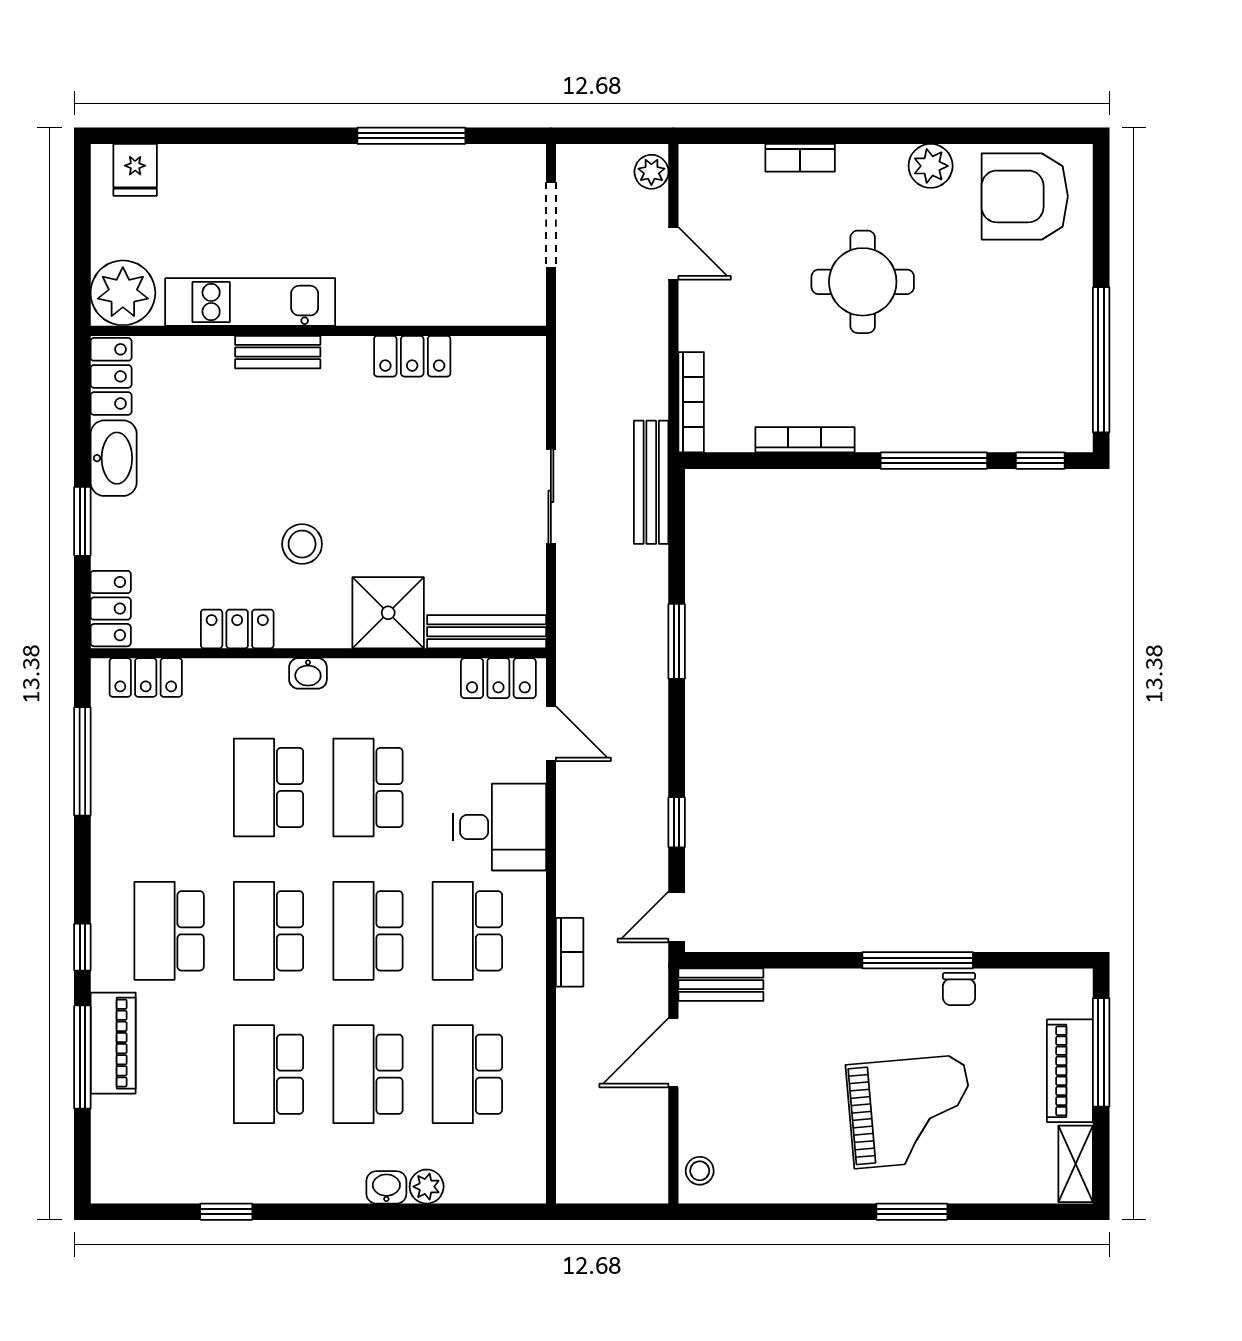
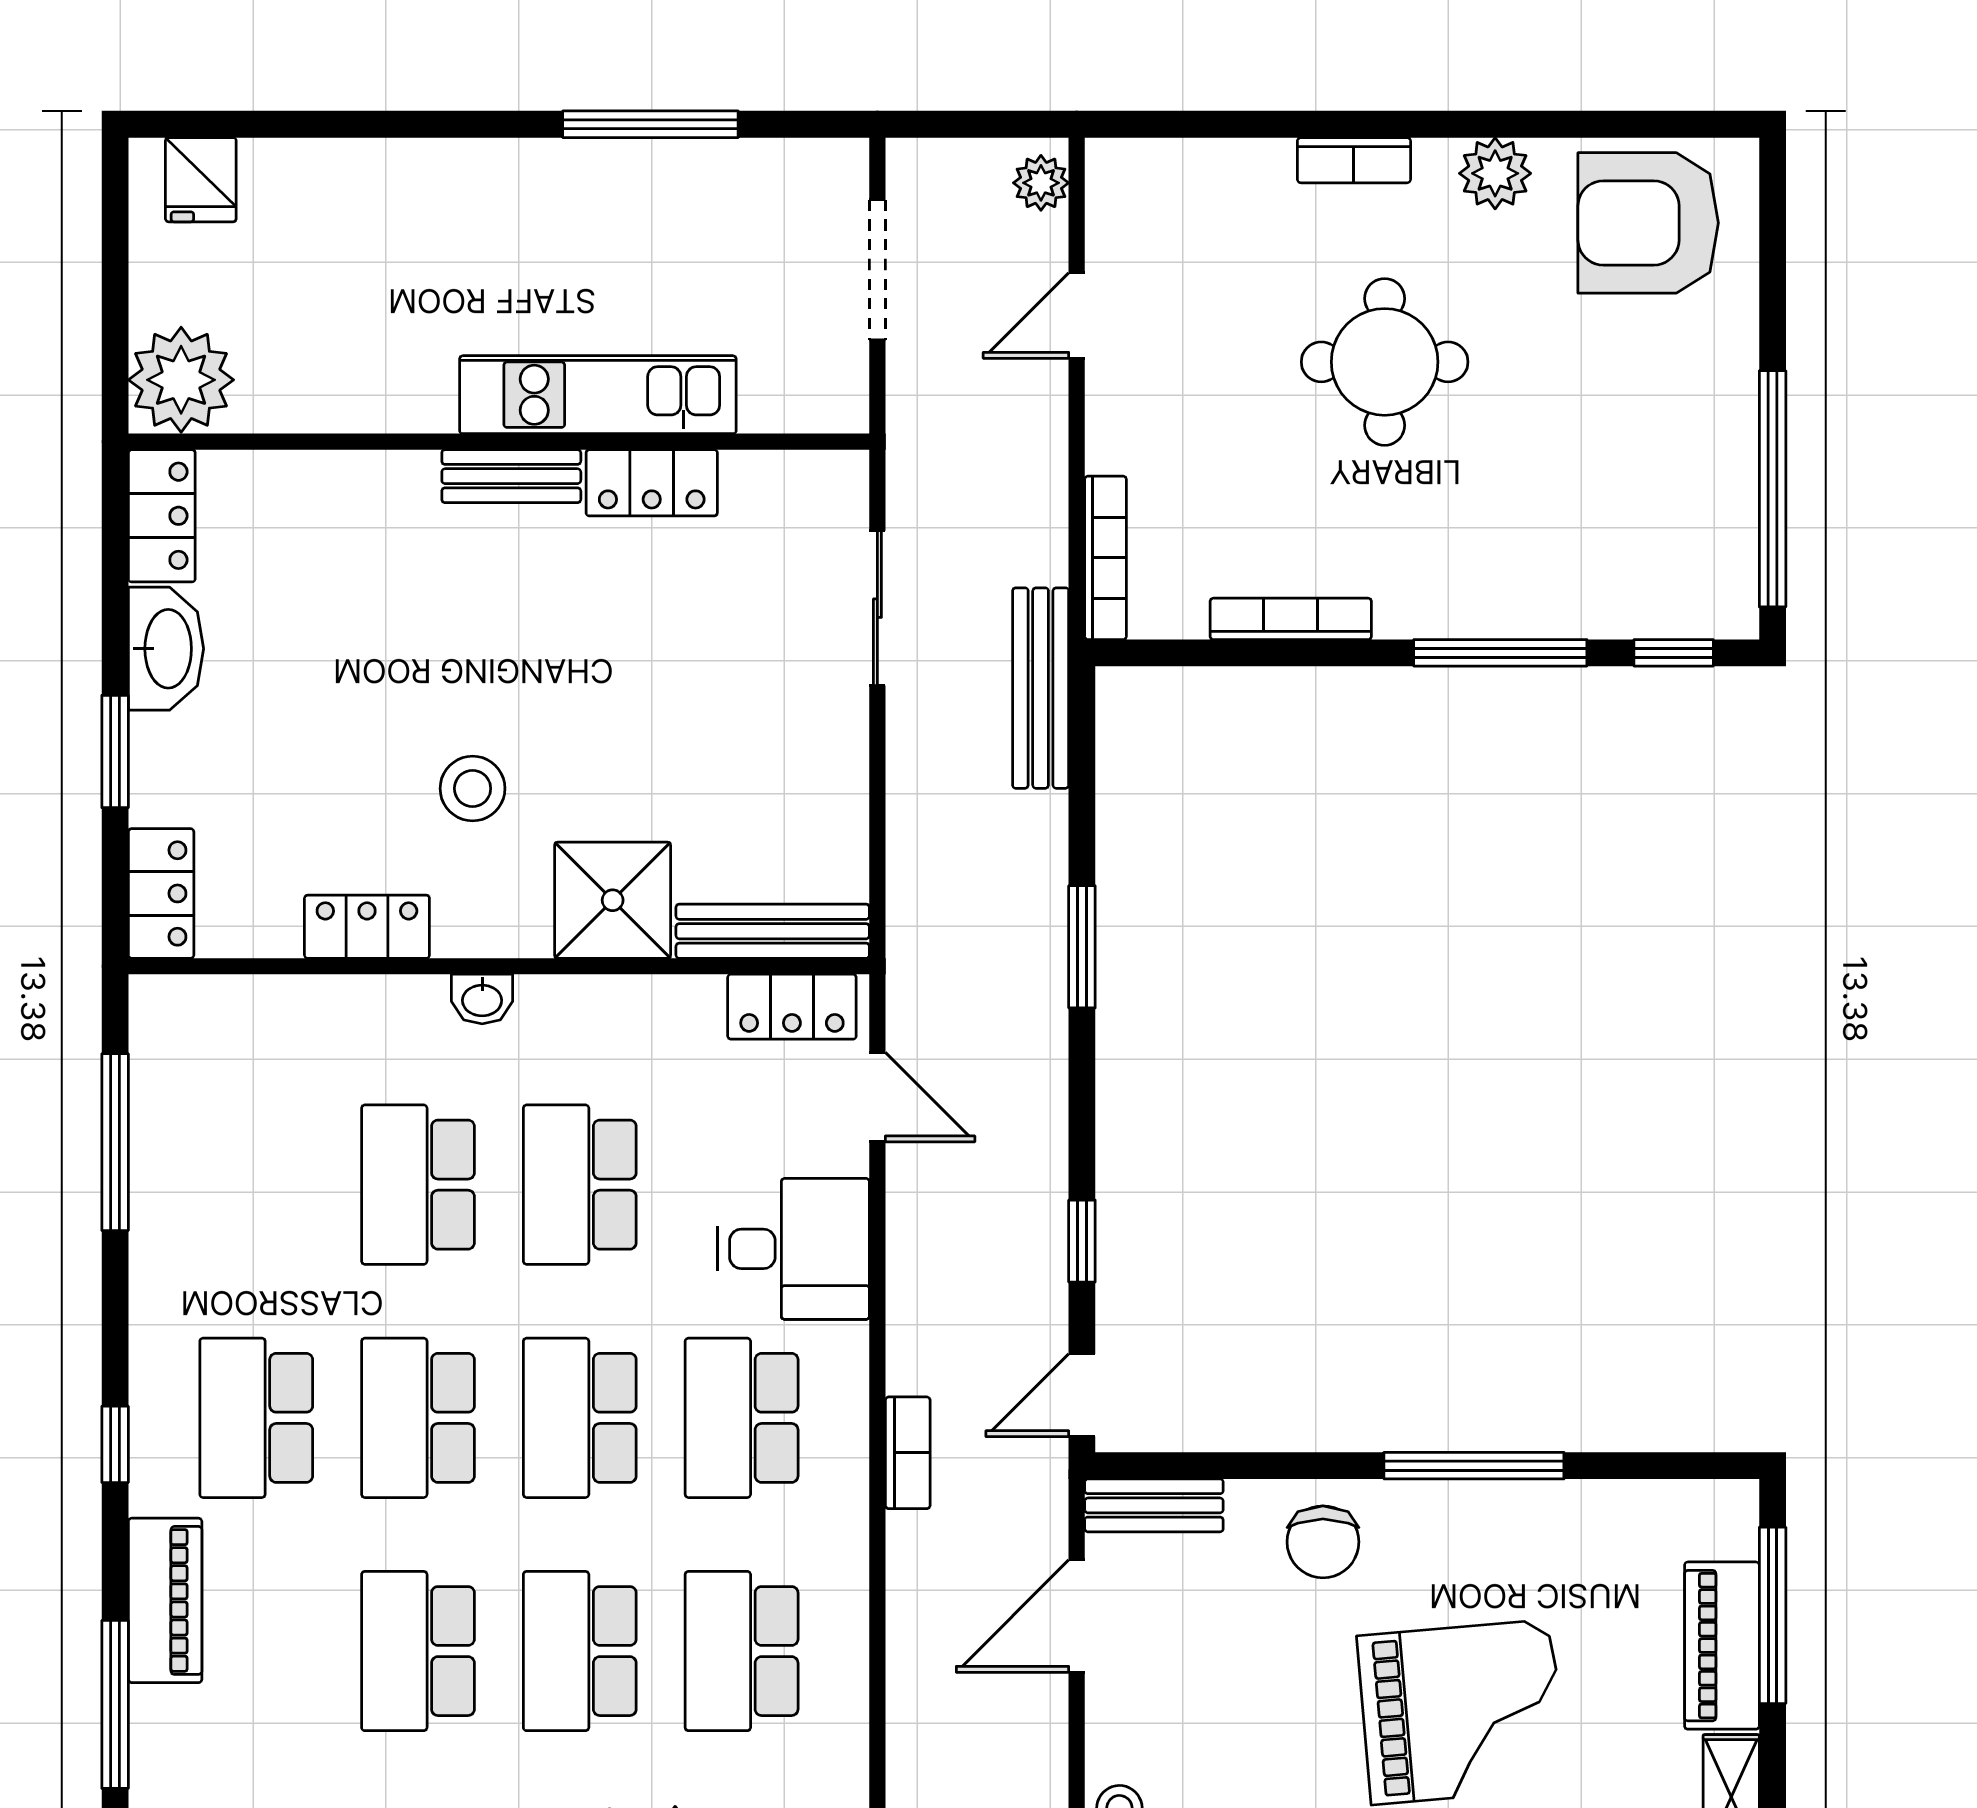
bookcase: (800, 158) -> (1354, 160), moved
door: (673, 253) -> (1077, 316), swing flipped
kitchen unit: (250, 302) -> (598, 395), moved
bench: (278, 352) -> (511, 476), moved
sliding door: (551, 496) -> (877, 608), moved
locker: (146, 678) -> (218, 1006), removed
chair: (959, 989) -> (1323, 1542), moved, width x1.37, depth x1.37
window: (82, 1057) -> (115, 1704), moved

